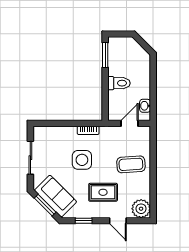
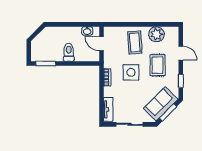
tv unit: (49, 132) -> (108, 109), added
side table: (82, 160) -> (131, 72), moved
plant: (141, 209) -> (156, 34), moved
door: (118, 221) -> (181, 53), hinge flipped

